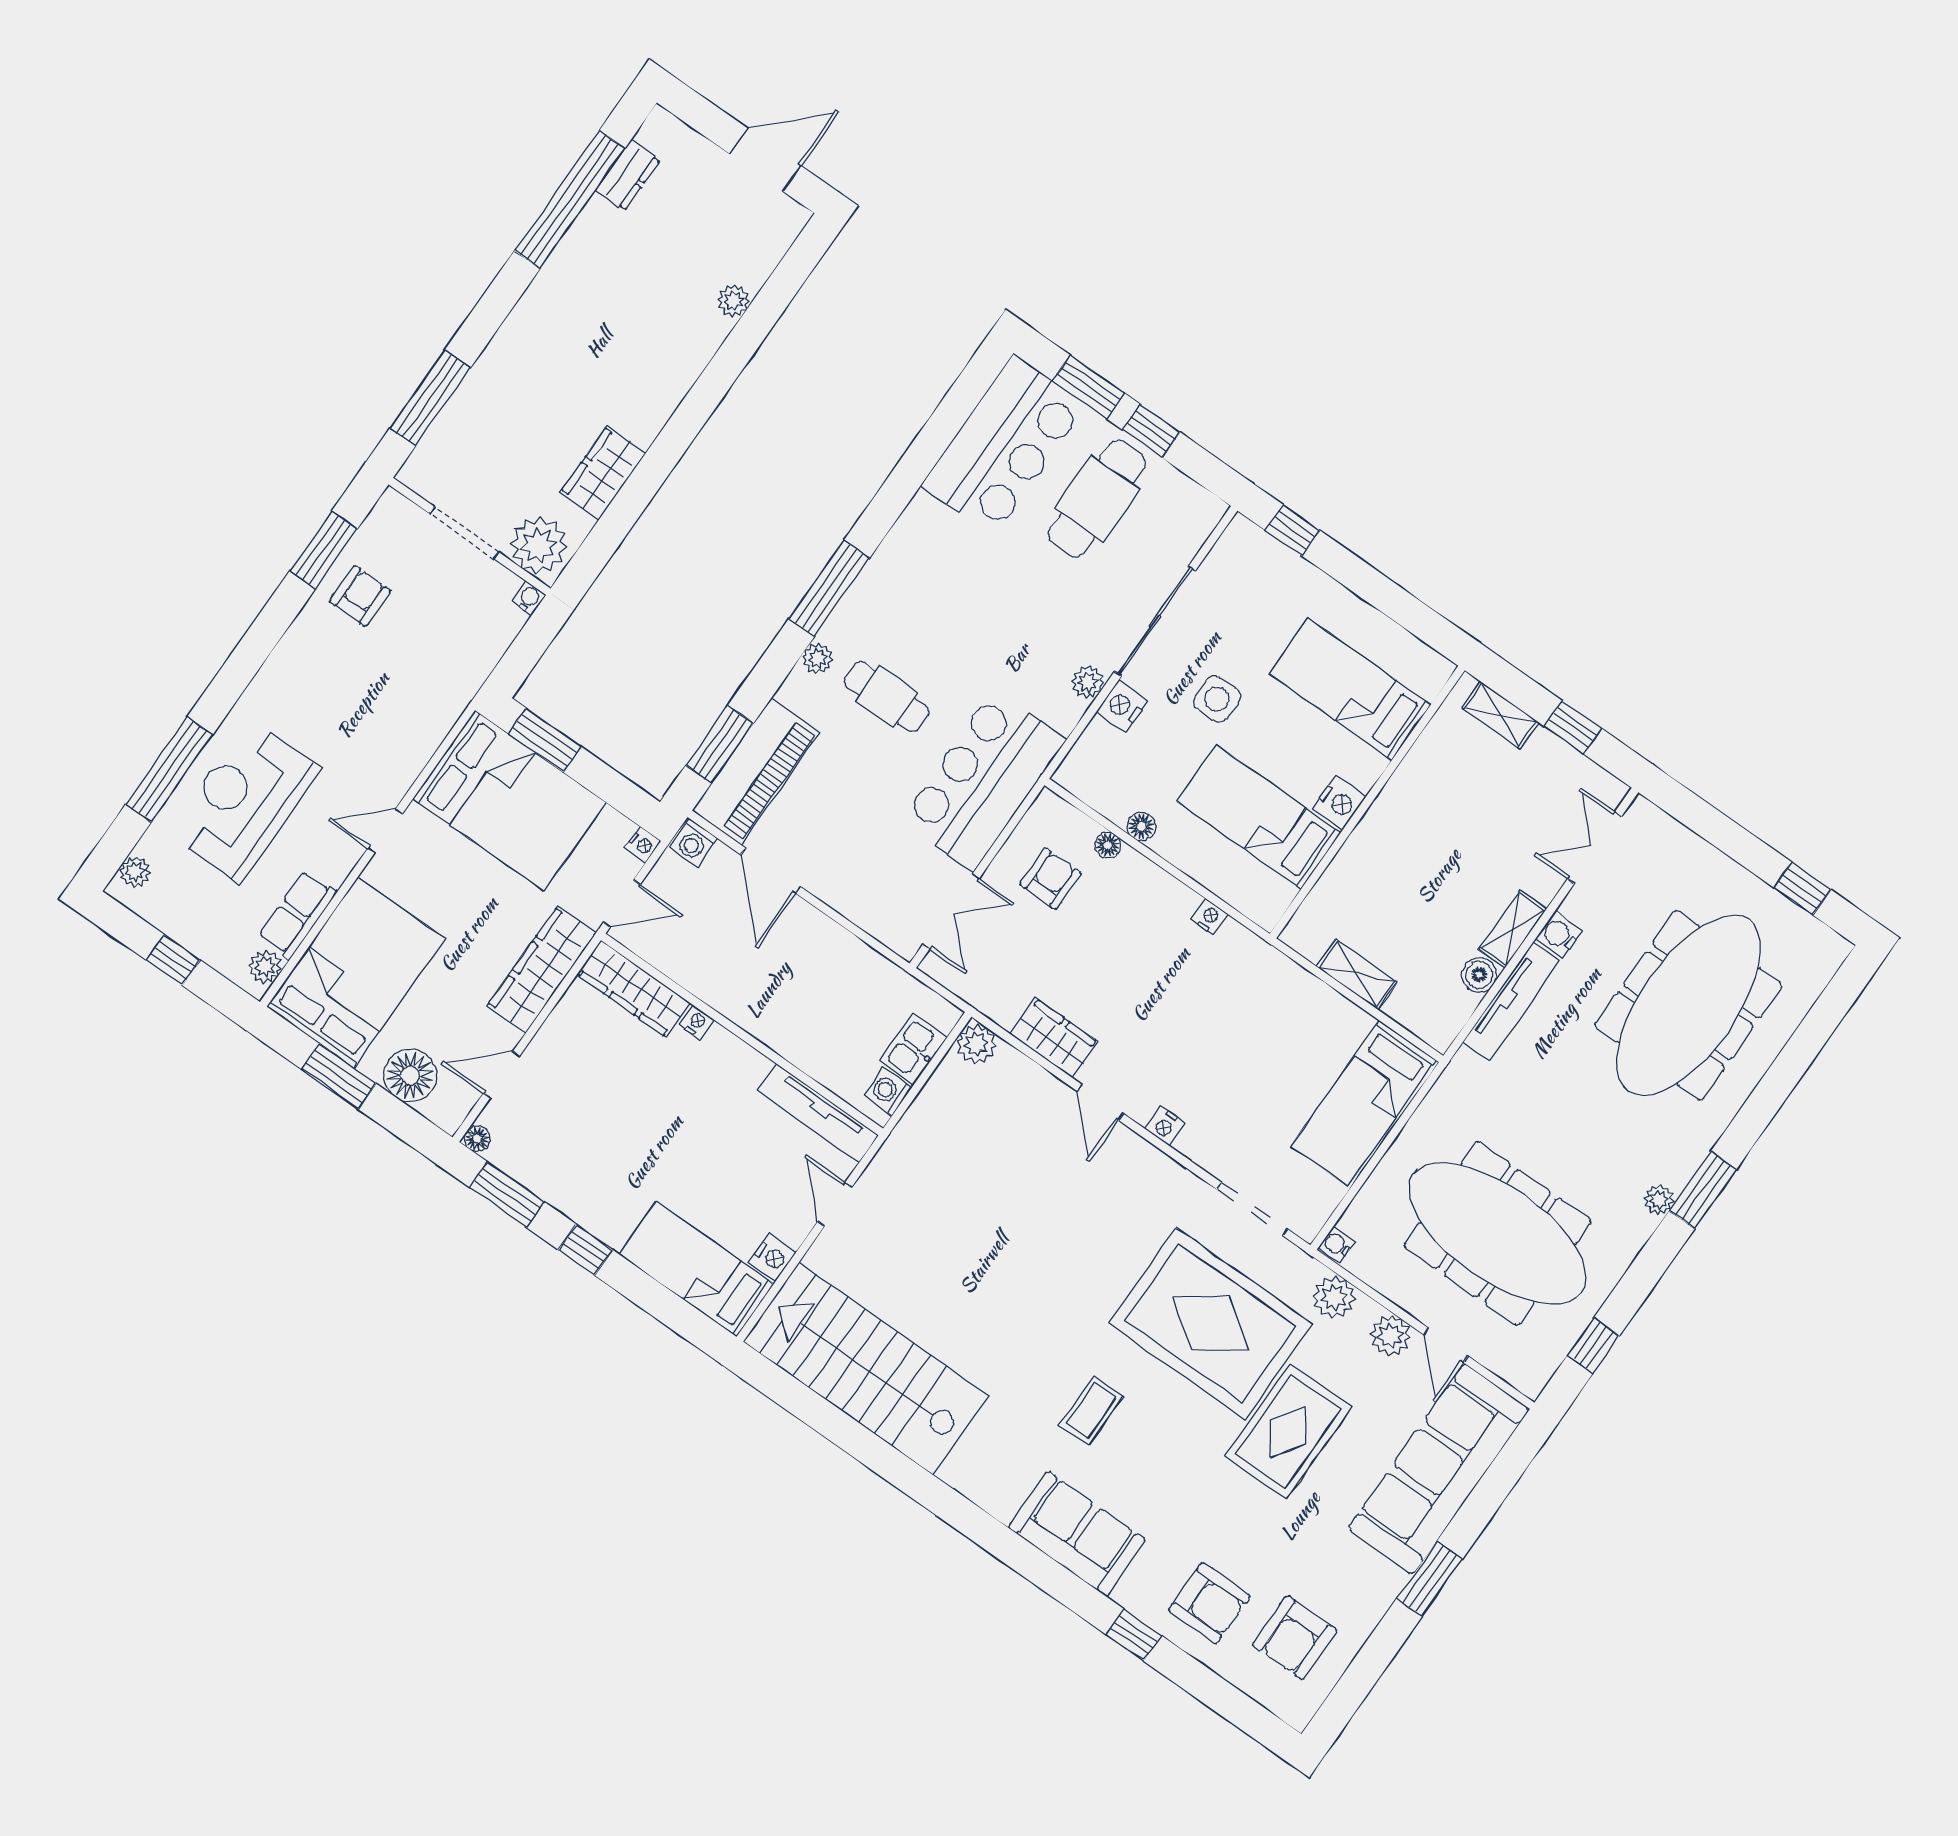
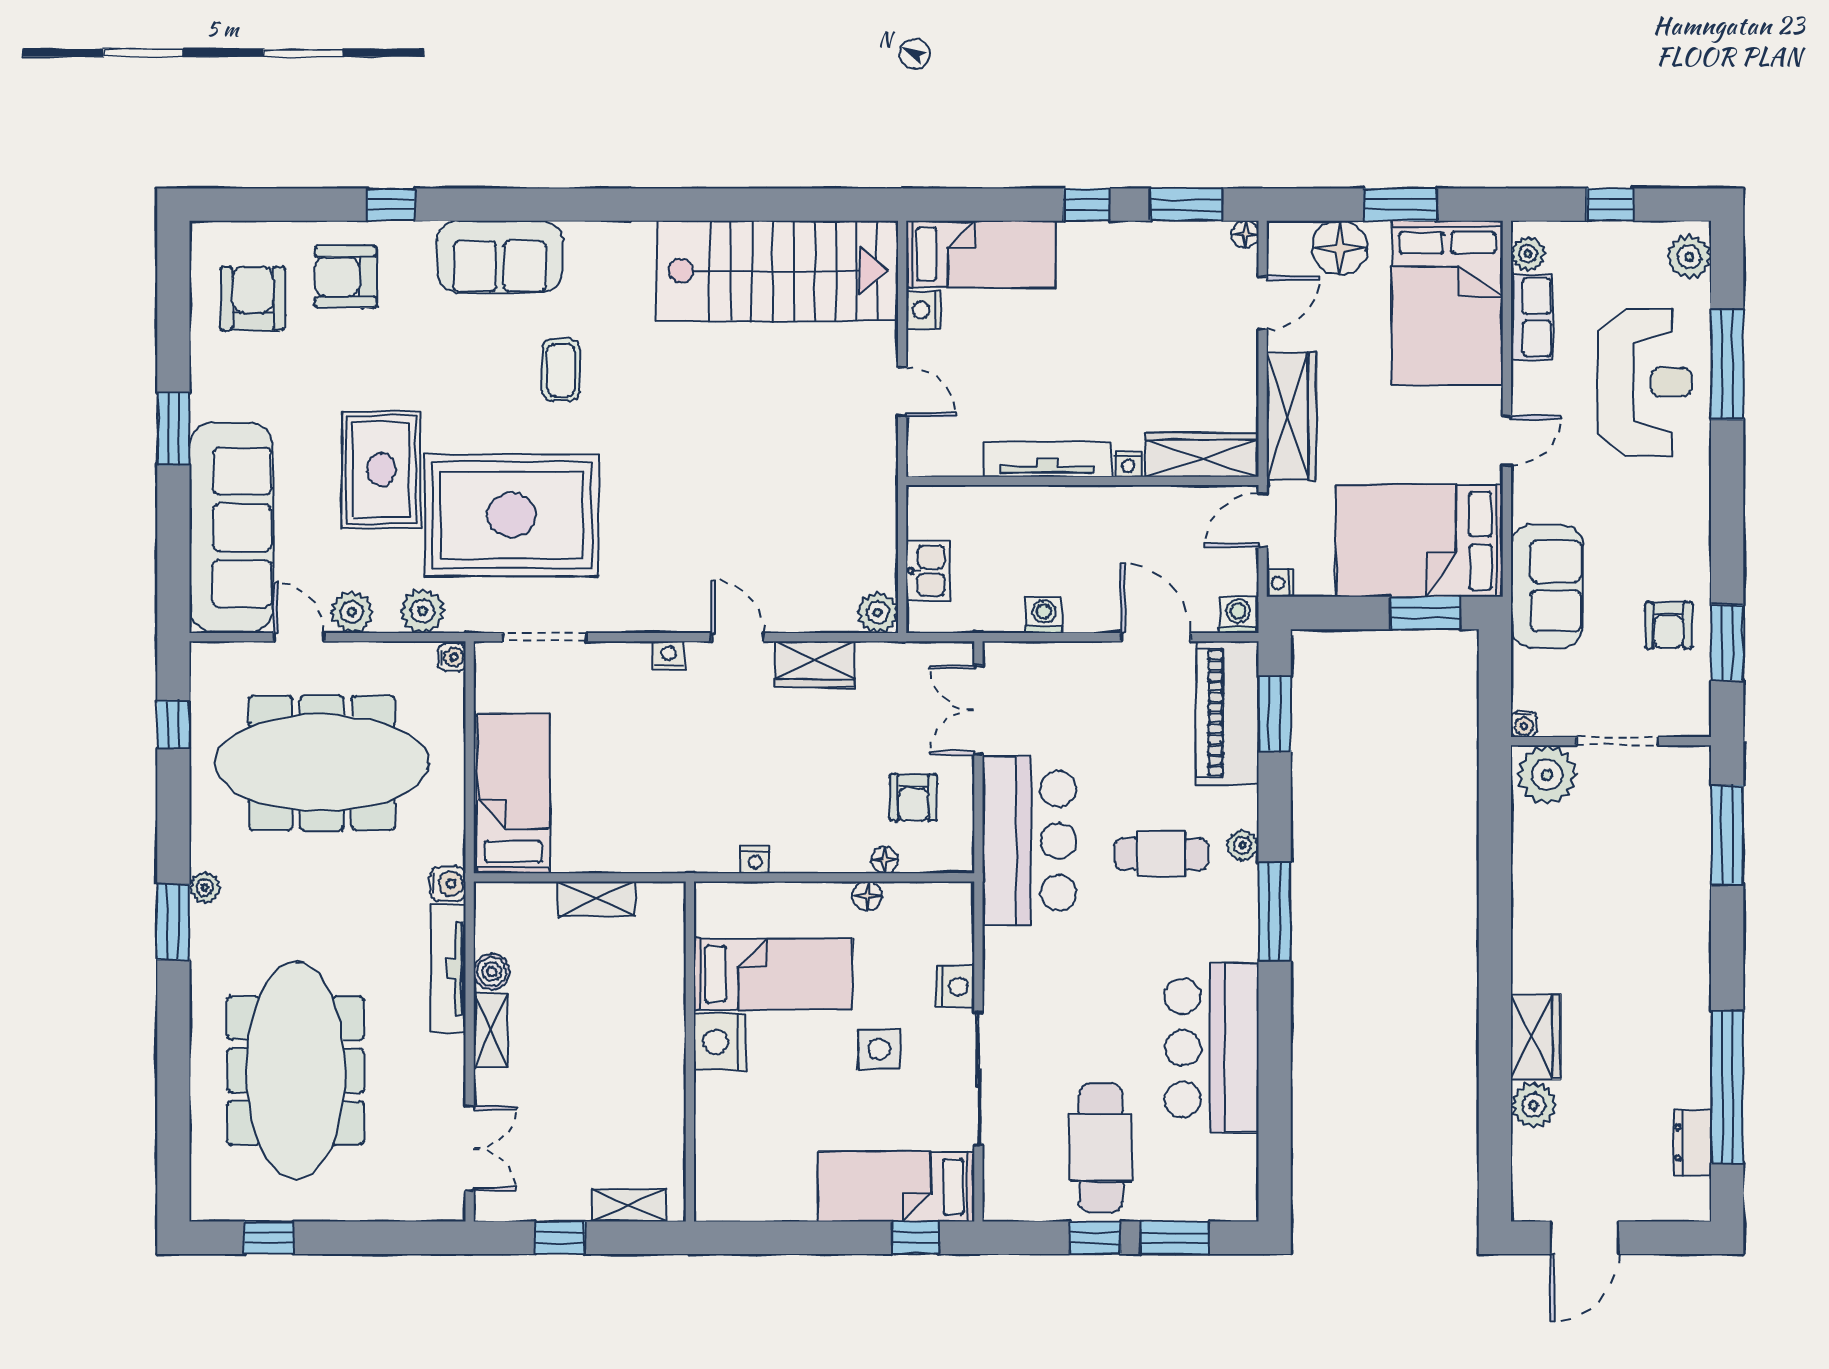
plant: (734, 301) -> (1534, 1105), width x1.38, depth x1.38
bar counter: (1004, 445) -> (1212, 1048), moved
wardrobe: (603, 473) -> (1536, 1037), moved
plant: (1088, 682) -> (999, 987), removed
bed: (1350, 689) -> (896, 1187), moved, turned 180
sofa: (434, 694) -> (1547, 586), added
nightstand: (1339, 803) -> (720, 1042), width x1.36, depth x1.33
plant: (135, 872) -> (1689, 257), width x1.38, depth x1.38
water cooler: (1559, 935) -> (448, 884), moved
washing machine: (888, 1092) -> (1044, 615), moved, turned -90
tv unit: (818, 1113) -> (1047, 459), moved

